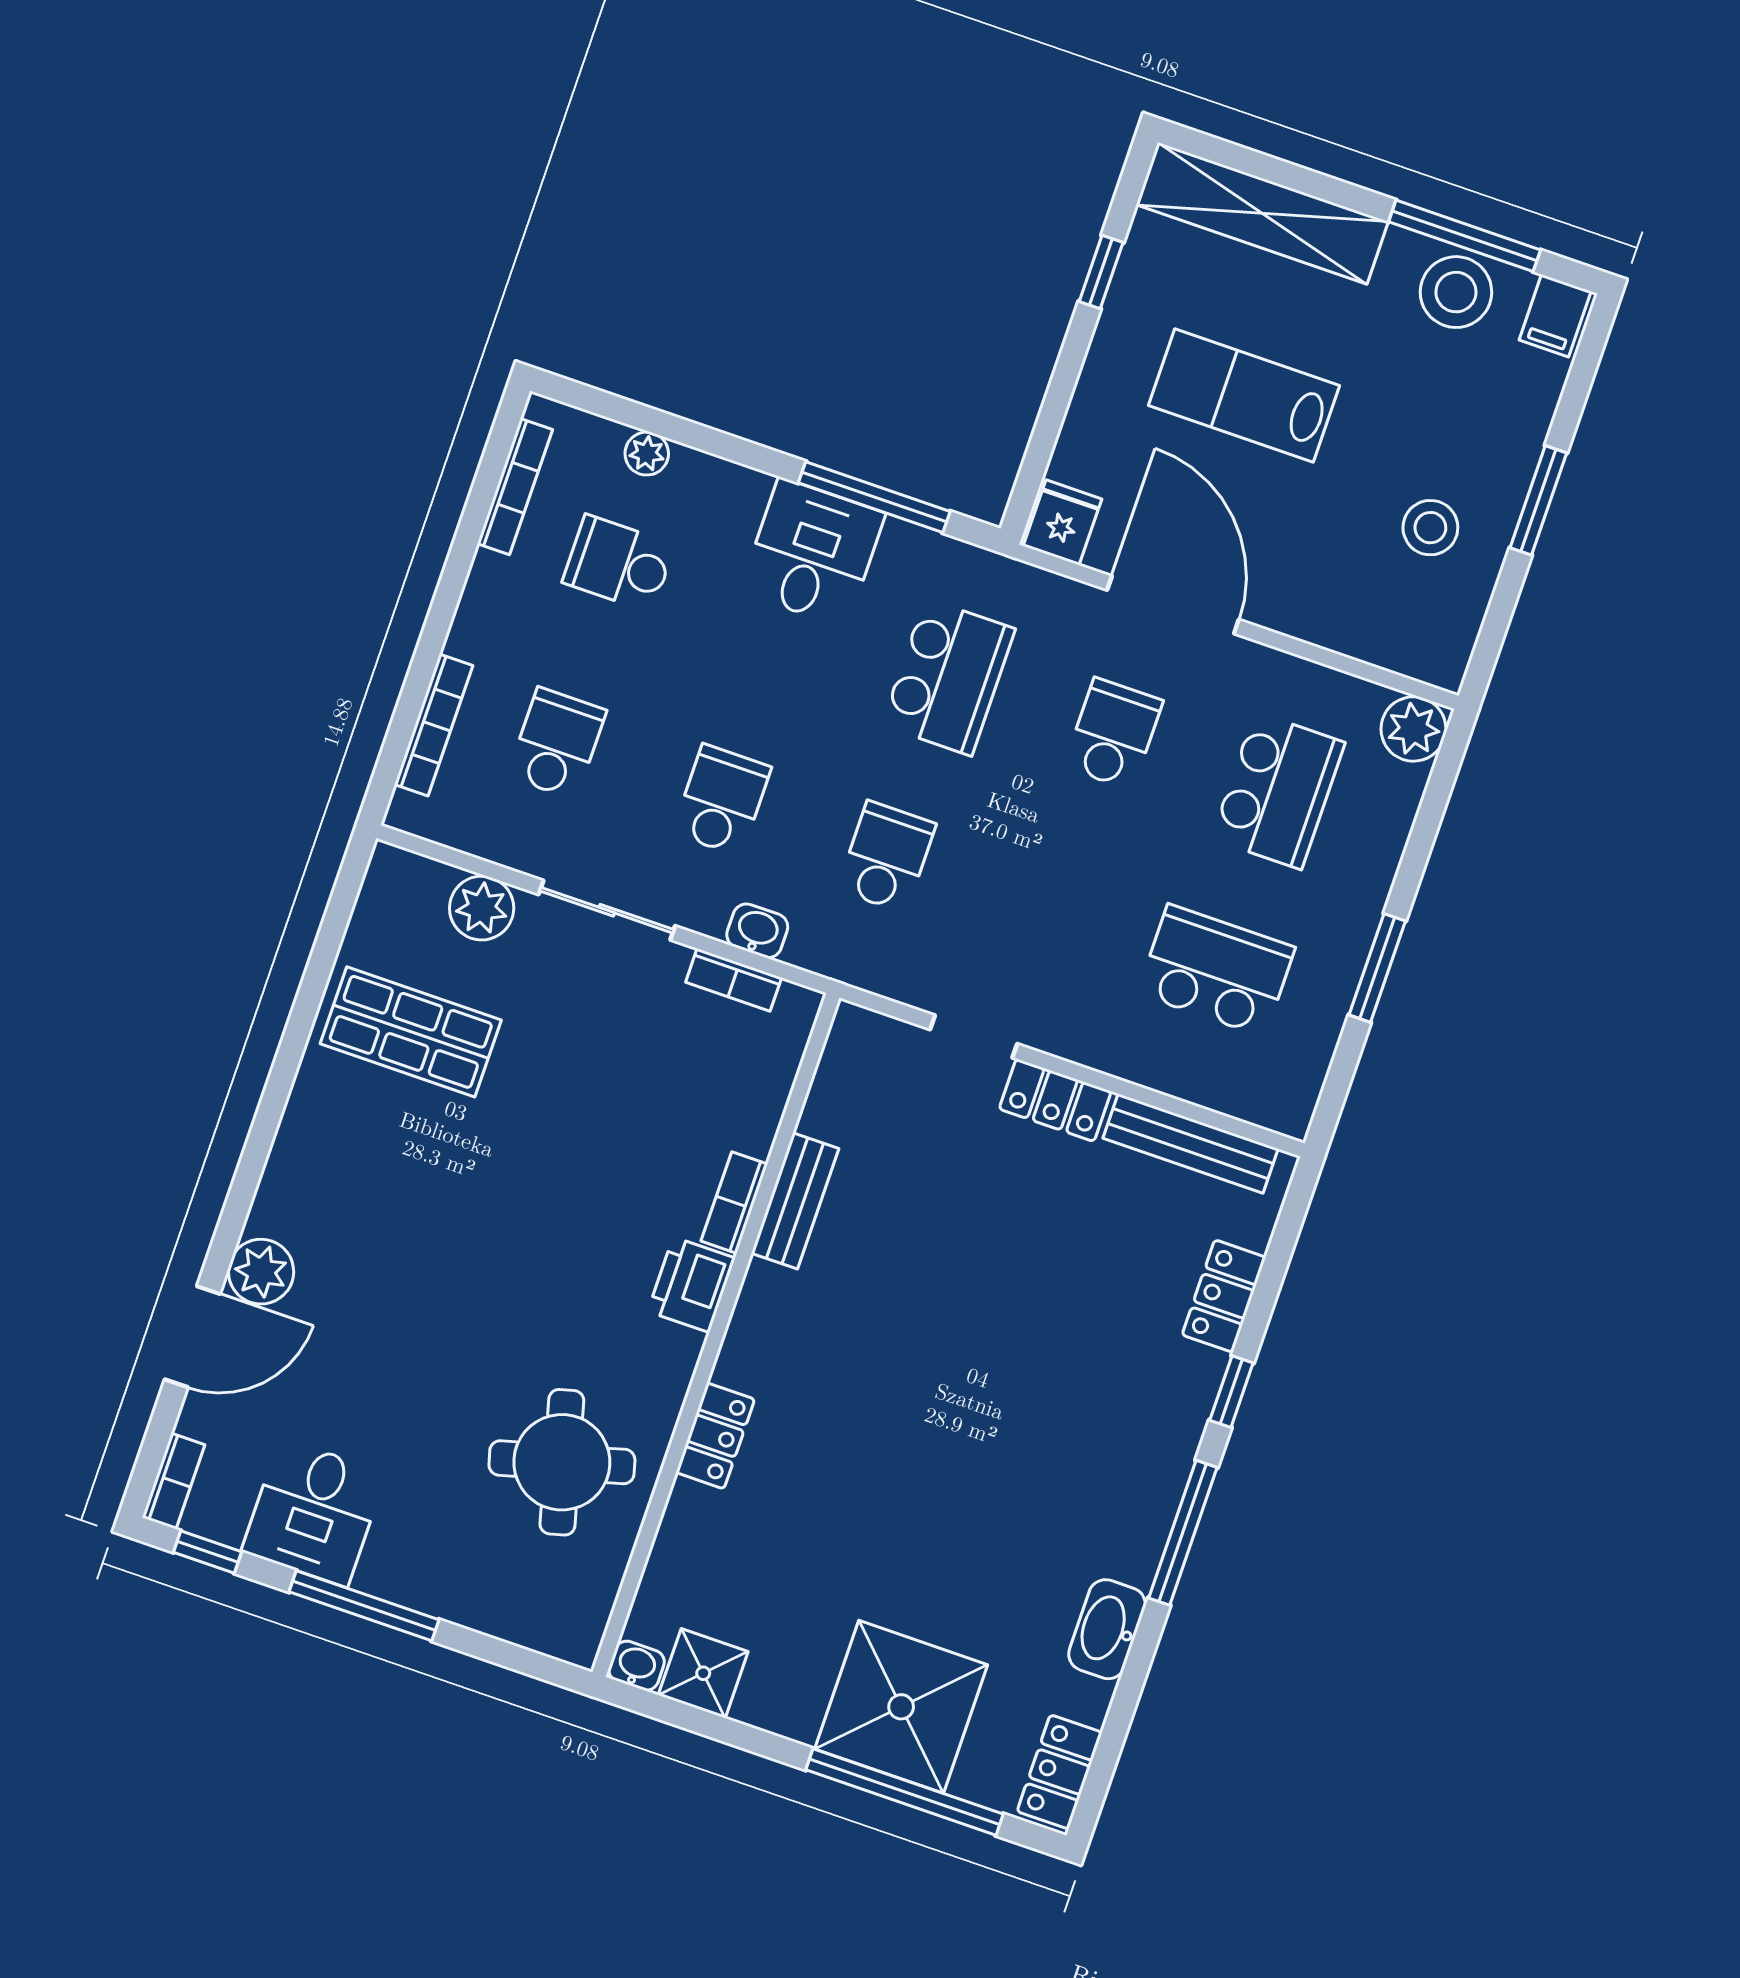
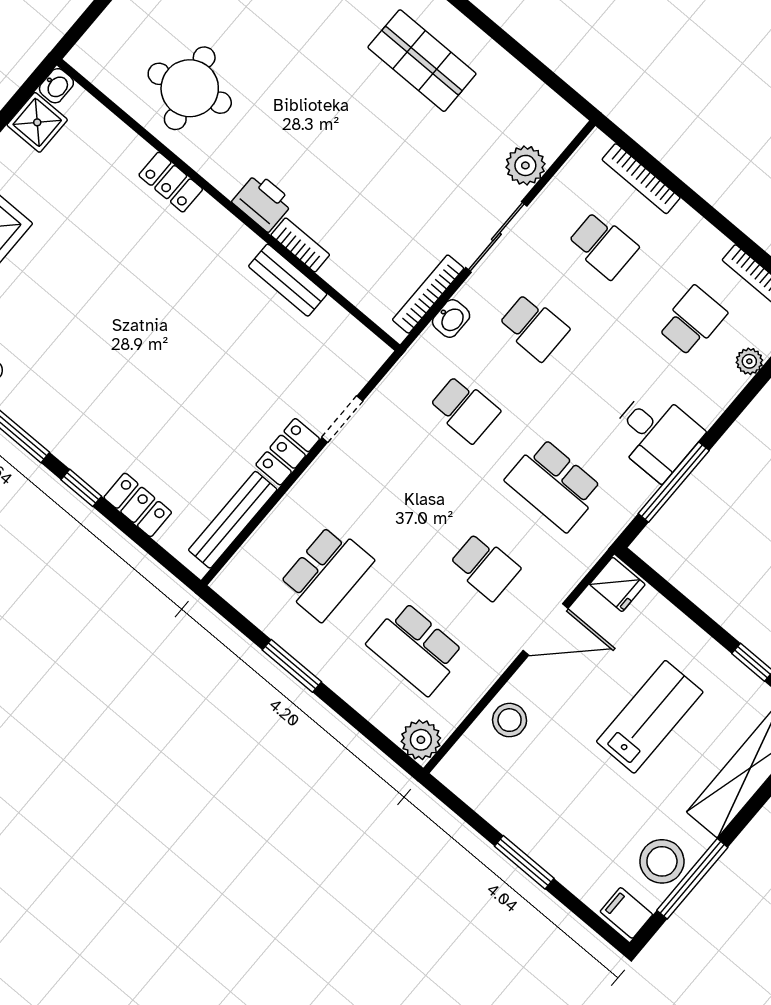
stool: (1430, 528) -> (510, 720), moved
door: (1173, 605) -> (546, 629), width x0.73
bookcase: (734, 980) -> (428, 294), width x1.56
shop shelf: (411, 1032) -> (422, 61), moved, turned 90

